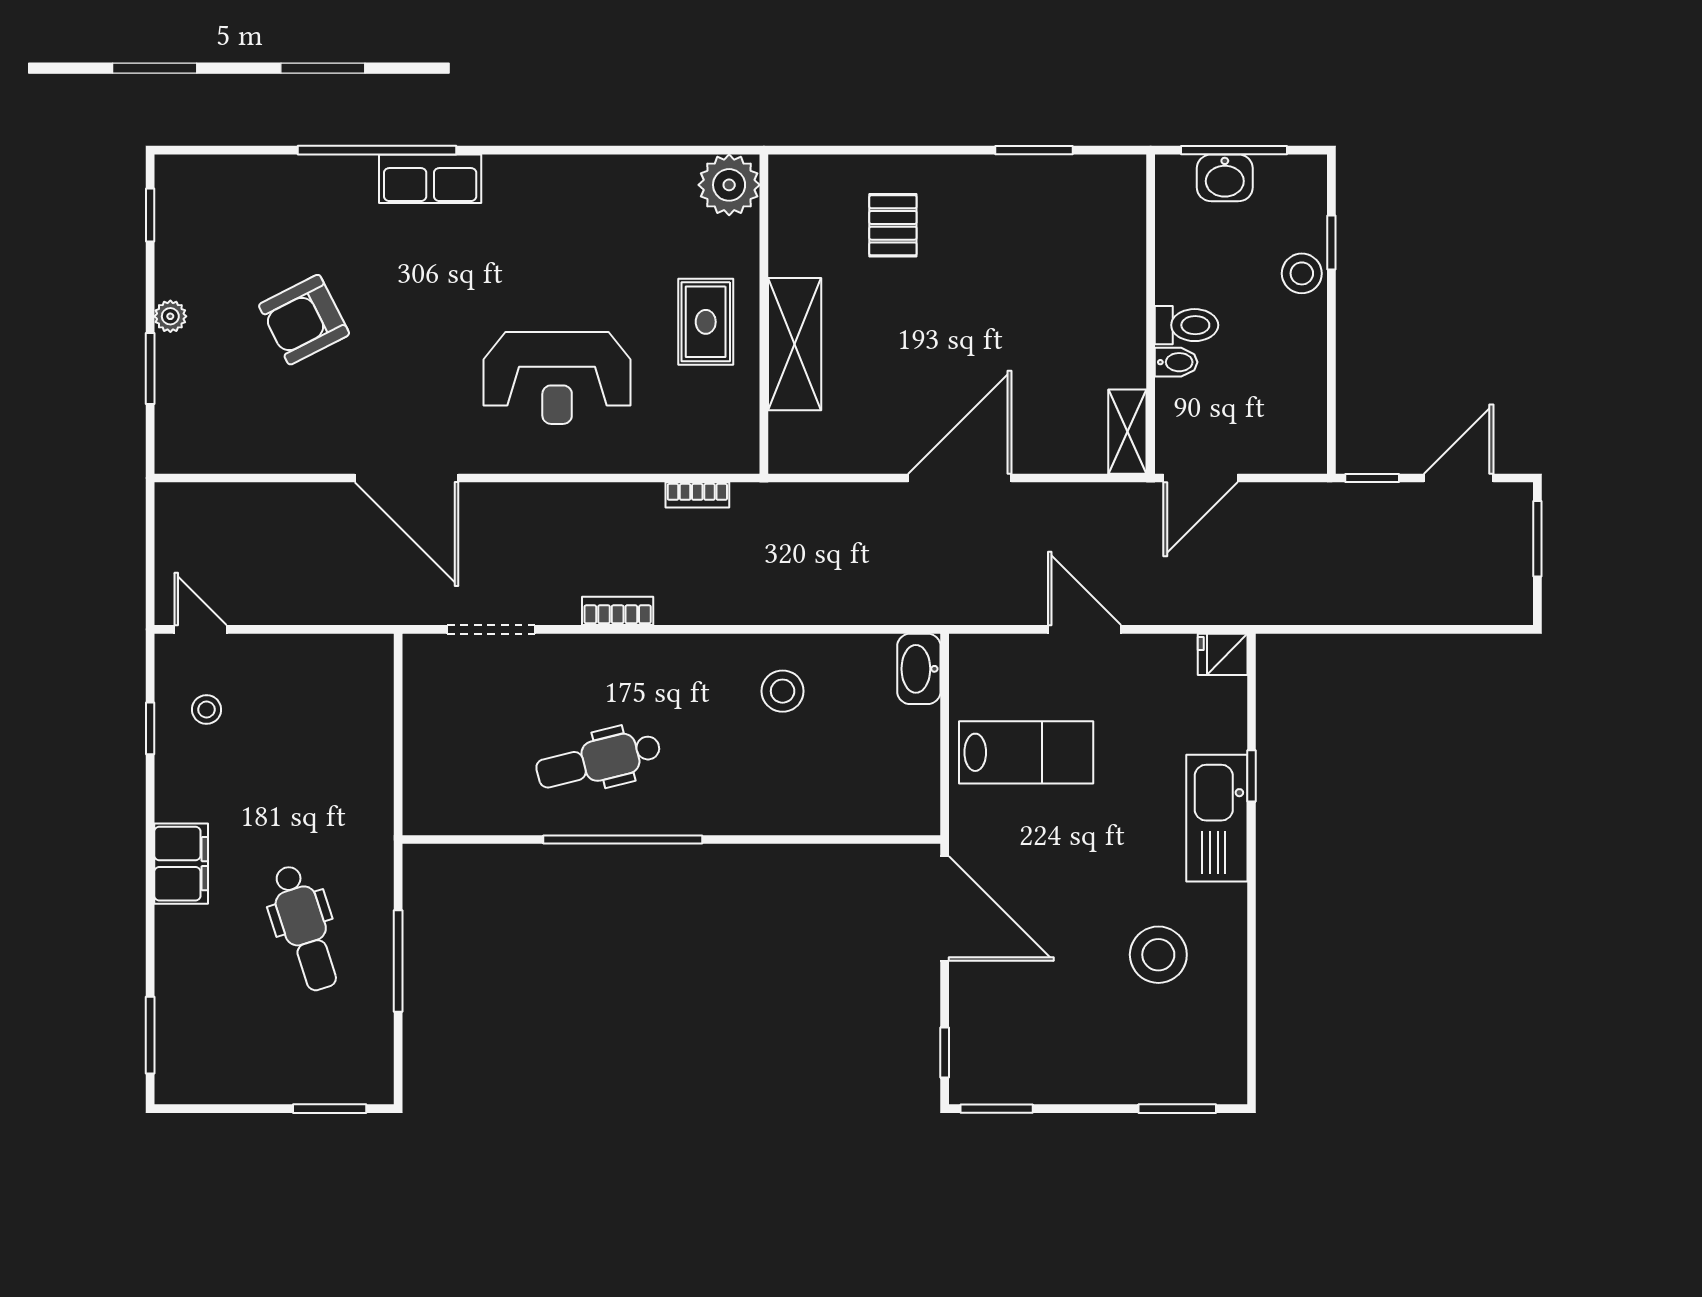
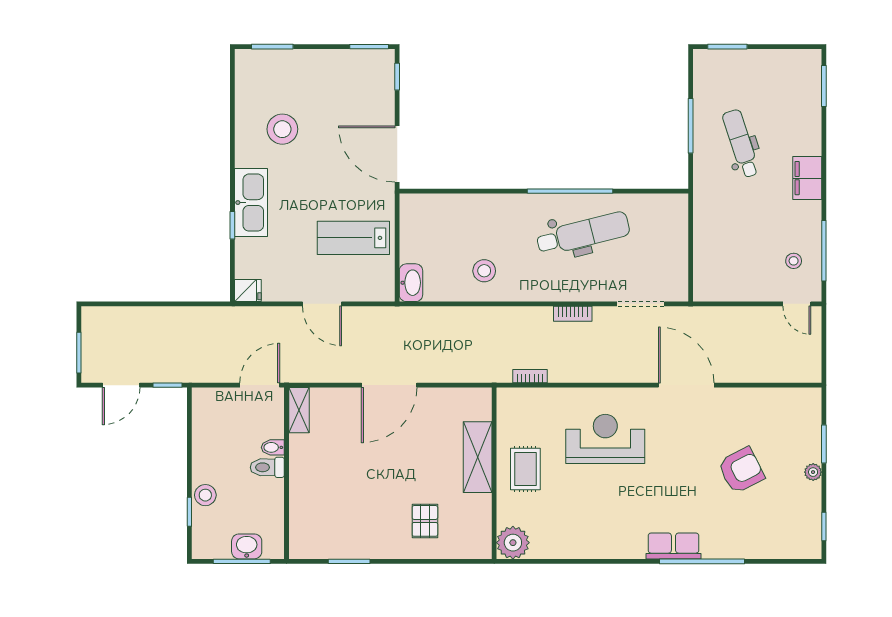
window: (150, 728) -> (824, 251), width x2.17
dental chair: (598, 760) -> (583, 234), width x1.36, depth x1.38

